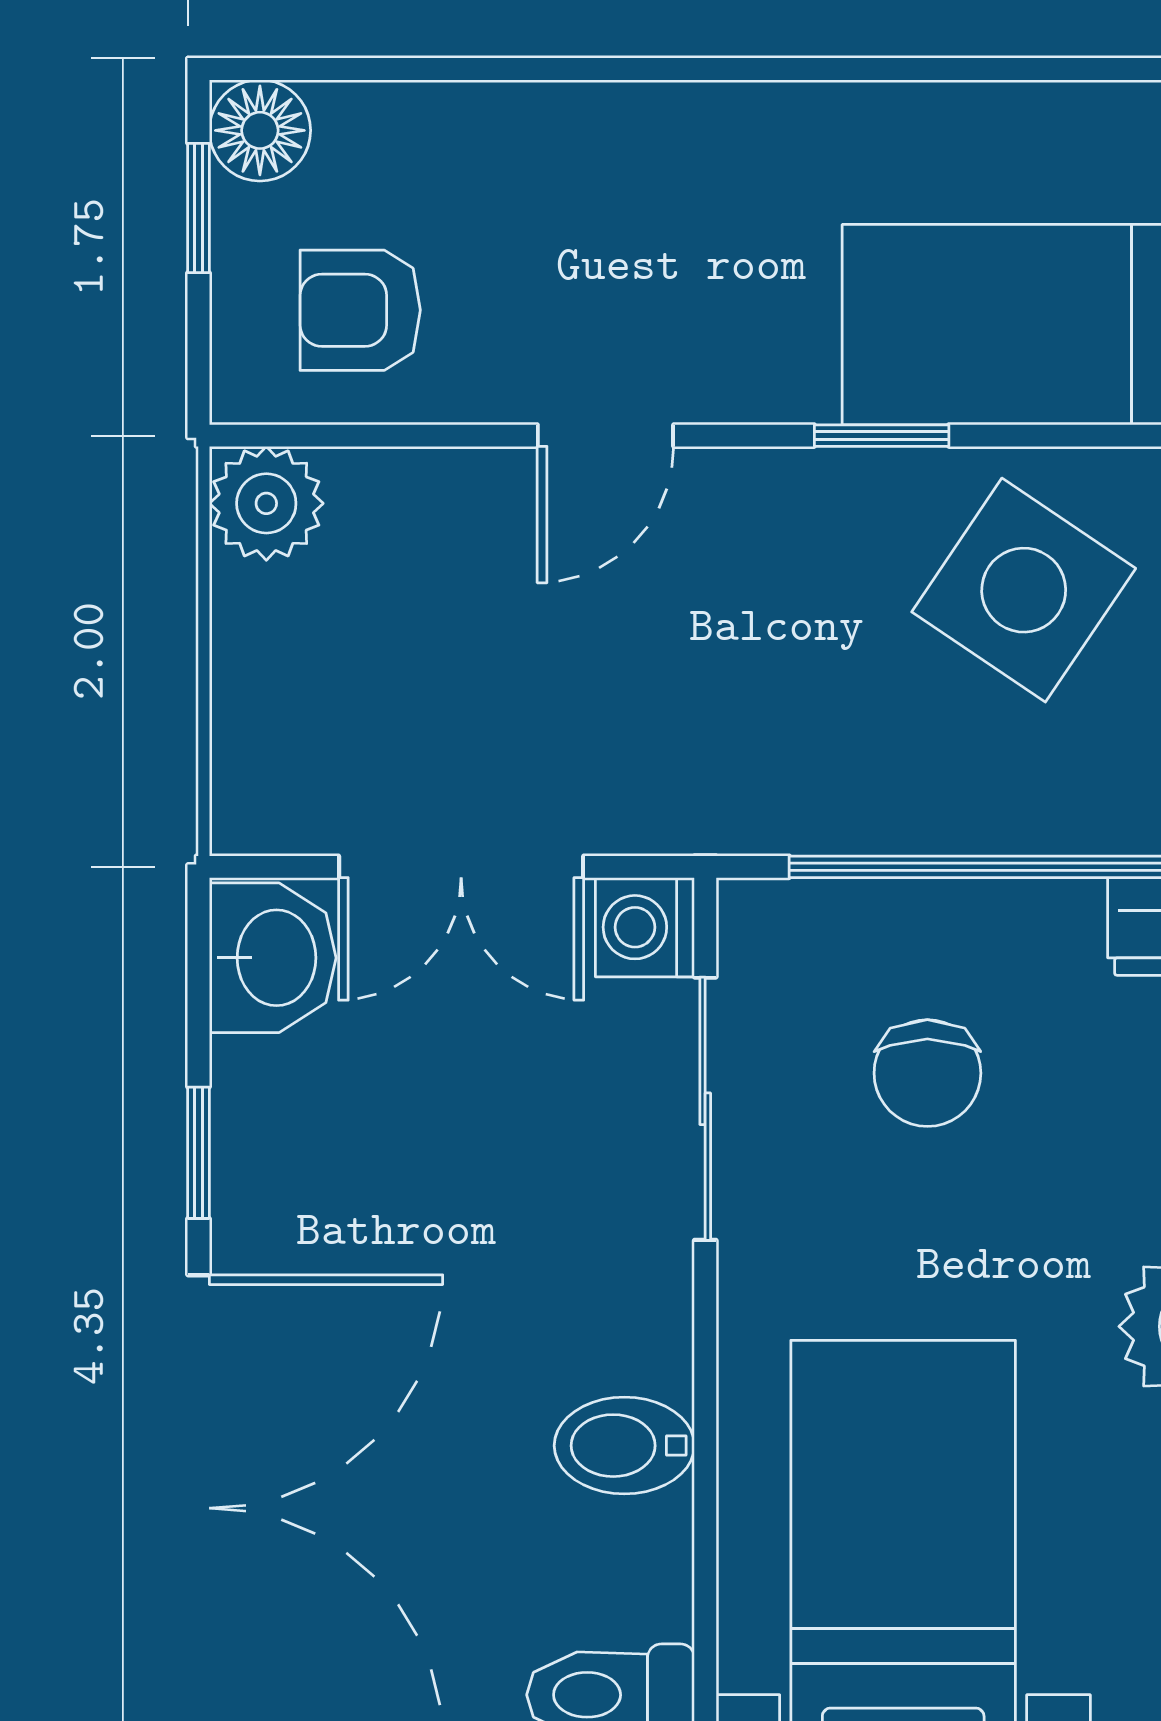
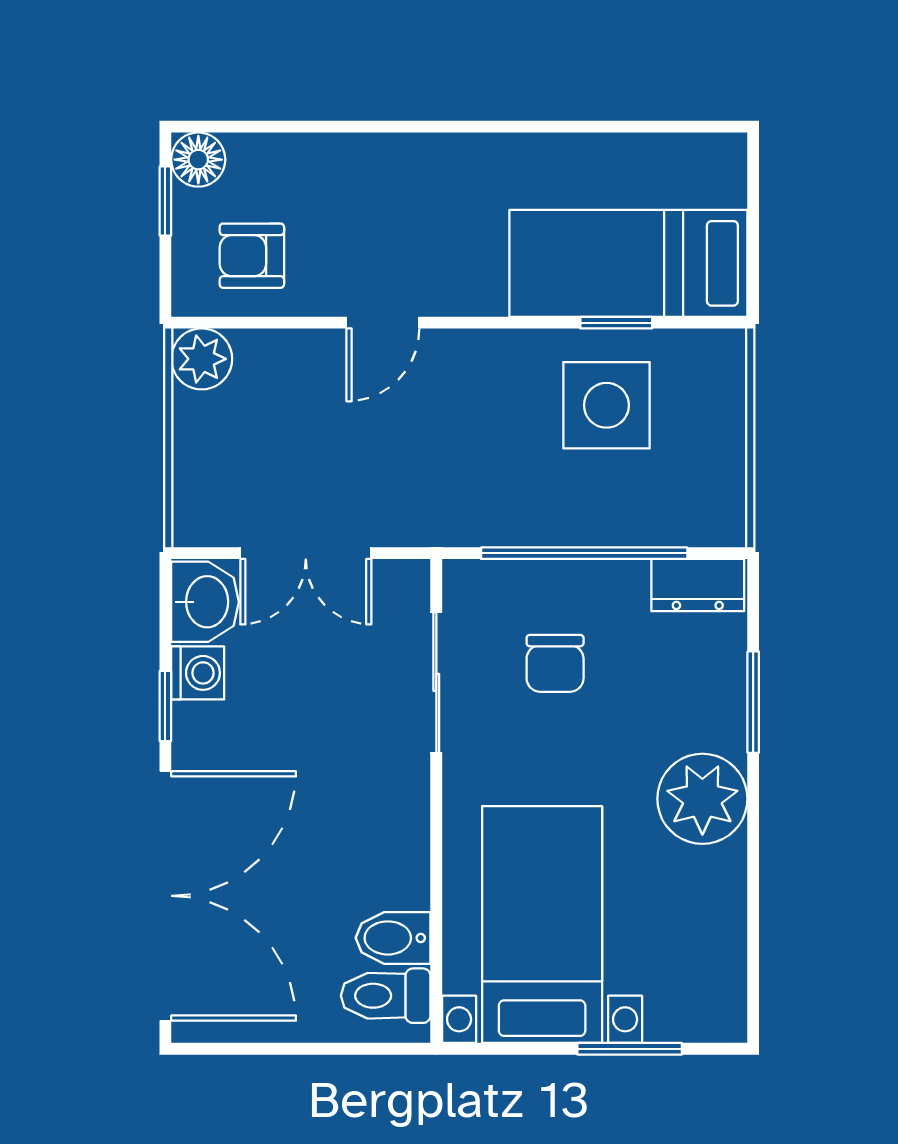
window: (882, 436) -> (616, 323), moved
side table: (1024, 590) -> (606, 405), turned -34
washing machine: (645, 927) -> (198, 673), moved, turned 180
bidet: (624, 1446) -> (393, 938), moved

